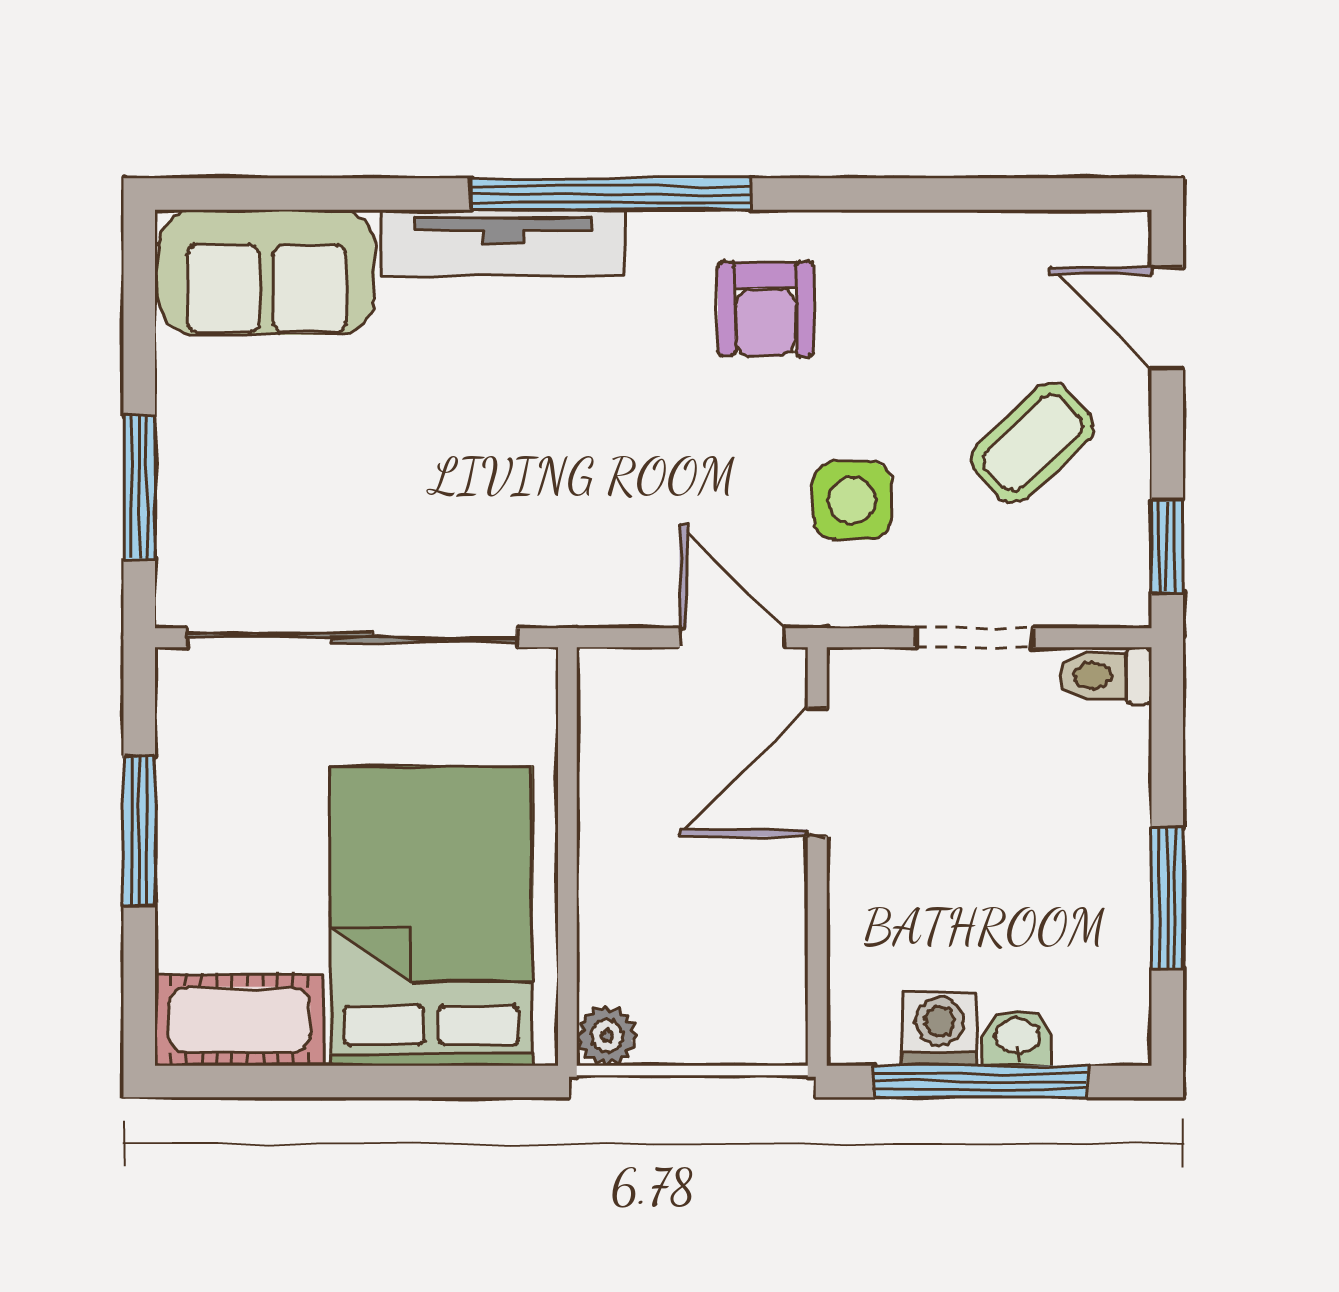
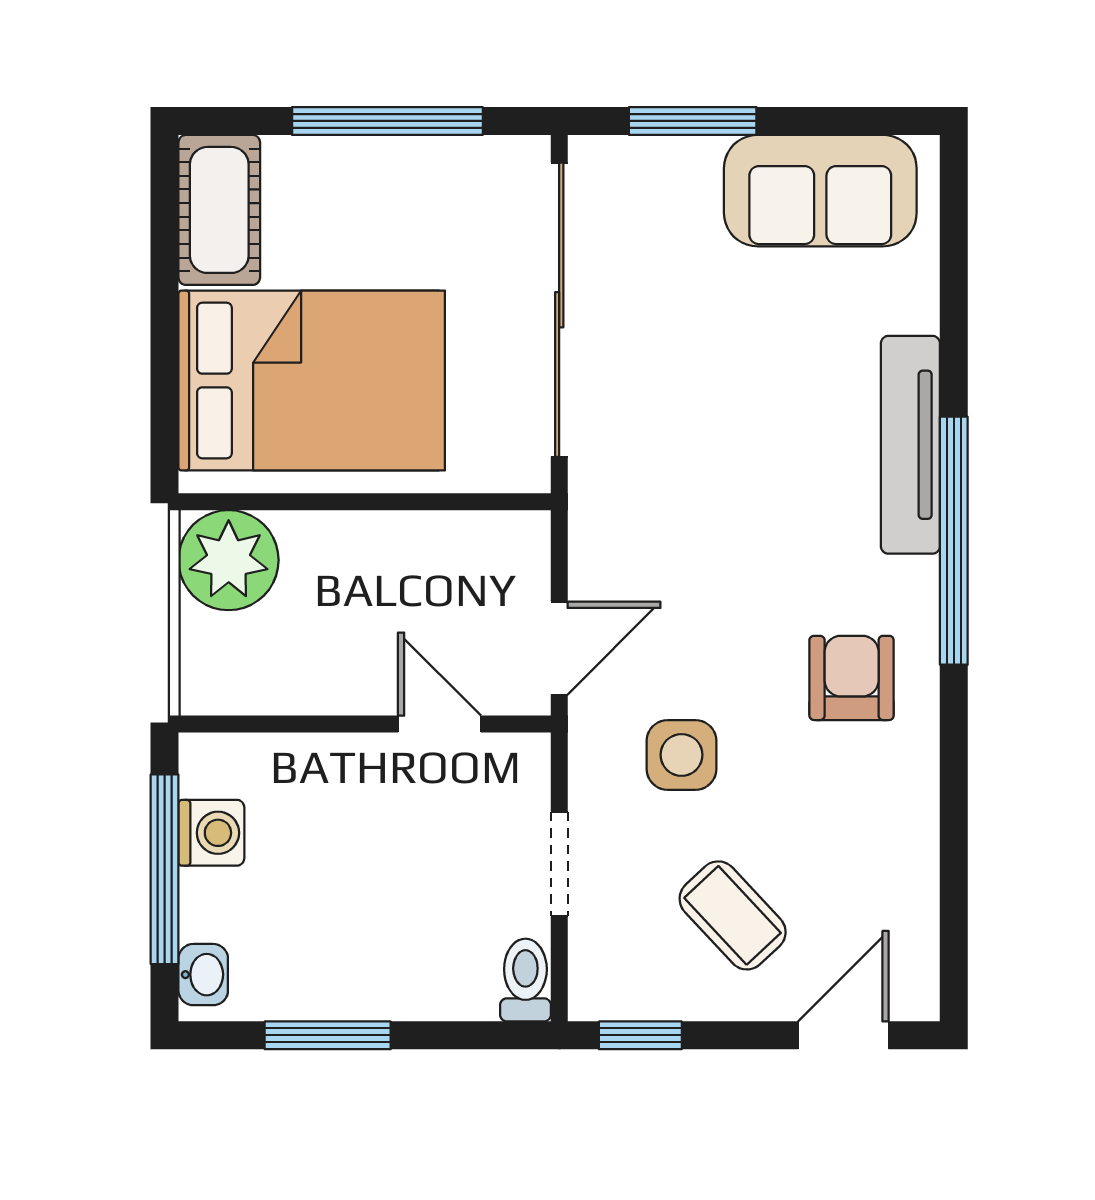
sofa: (266, 272) -> (820, 191), moved, turned -90
armchair: (765, 309) -> (852, 678), turned 90
door: (817, 772) -> (439, 724), width x0.73
window: (139, 831) -> (387, 121), width x1.44
plant: (607, 1036) -> (229, 560), width x1.87, depth x1.87
washbasin: (1017, 1038) -> (203, 975), moved

